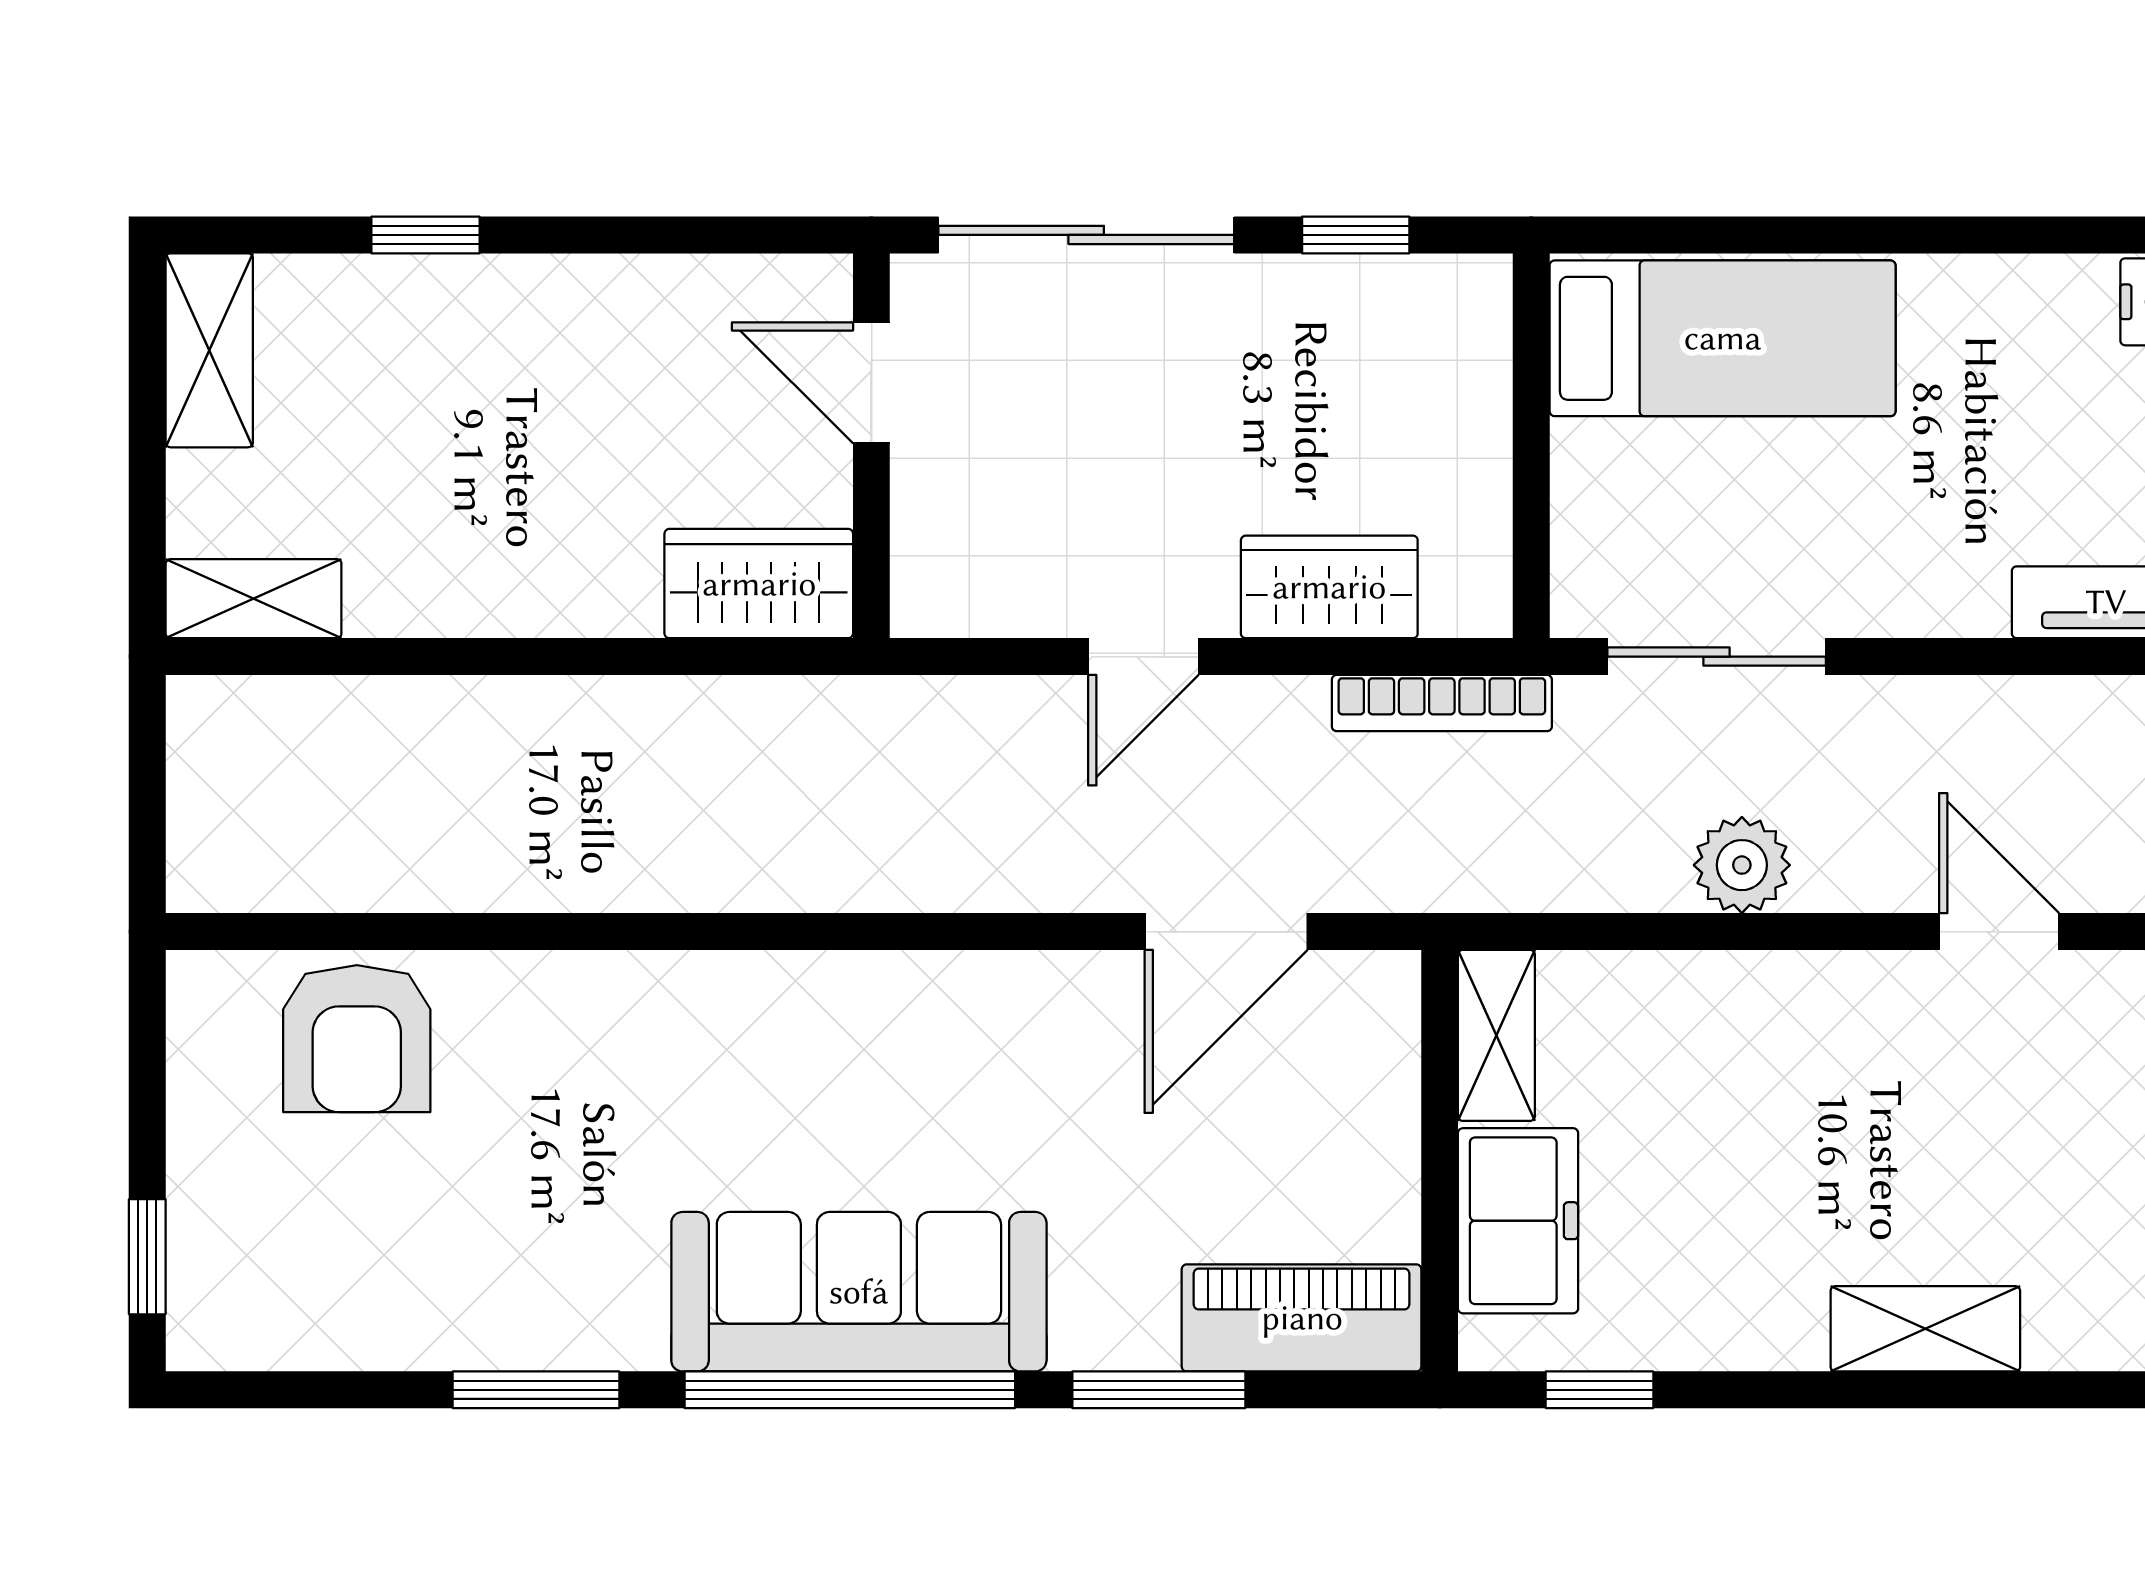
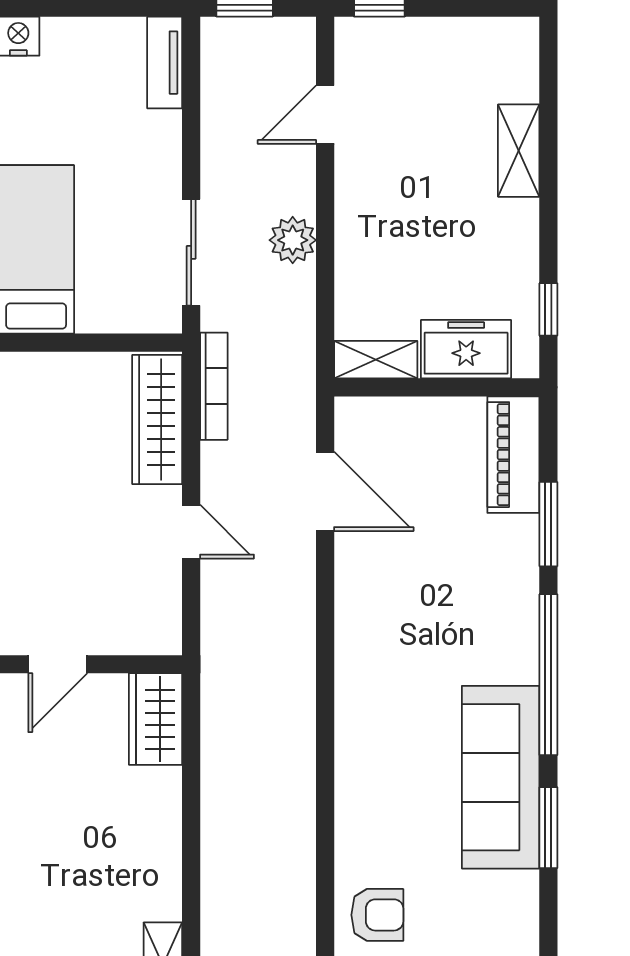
wardrobe: (1329, 587) -> (157, 420), width x1.50
armchair: (357, 1039) -> (377, 915), width x0.72, depth x0.72
sofa: (859, 1292) -> (501, 777), moved

